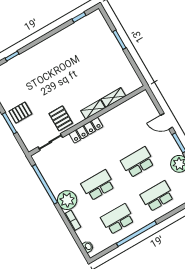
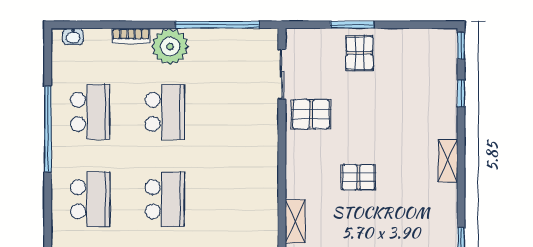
pallet: (77, 80) -> (358, 177), added
shelving: (93, 109) -> (448, 161), moved
locker: (86, 130) -> (268, 145), removed

